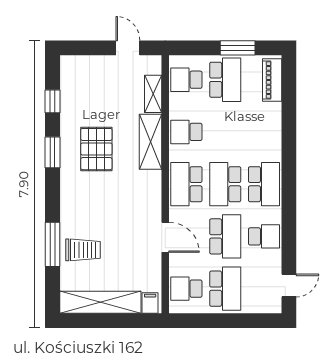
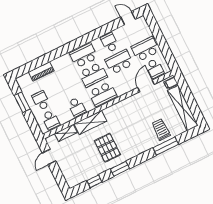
school desk: (225, 80) -> (41, 101), width x0.54
piano: (272, 80) -> (41, 71), moved
pallet: (96, 149) -> (107, 148), turned 90
door: (165, 237) -> (146, 86), moved

